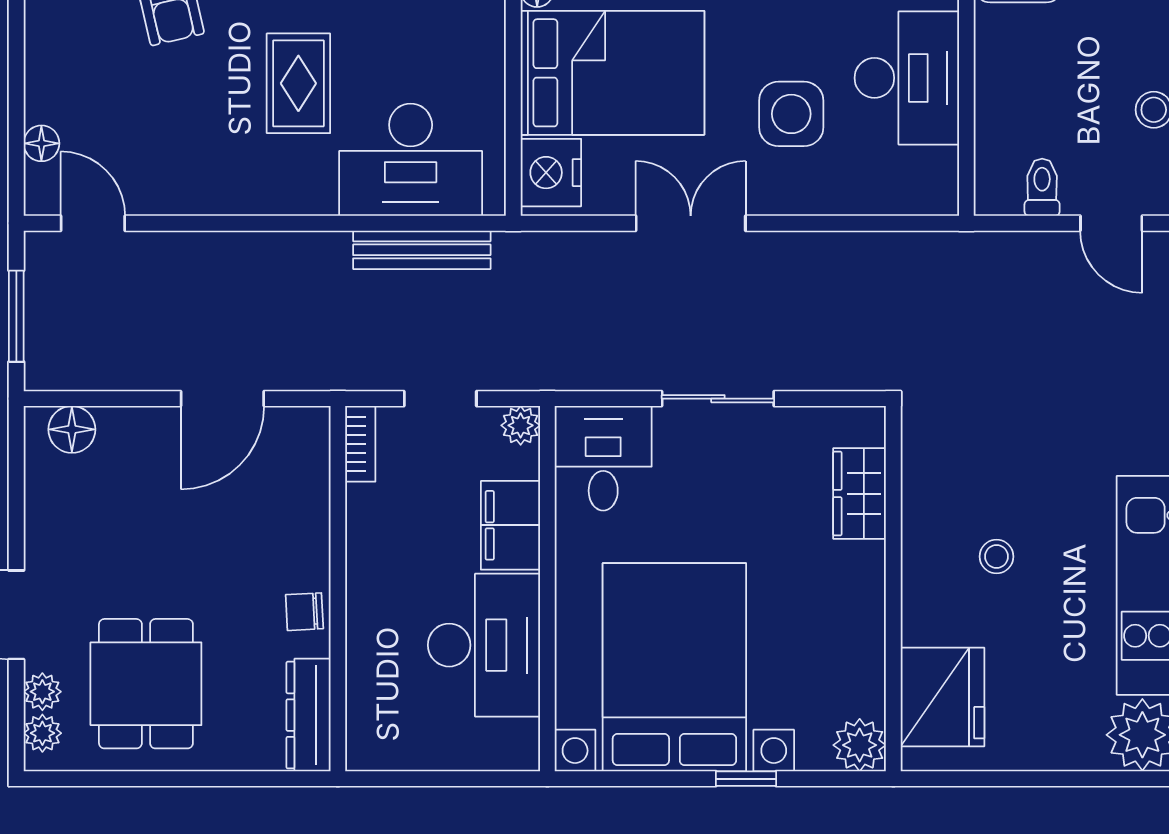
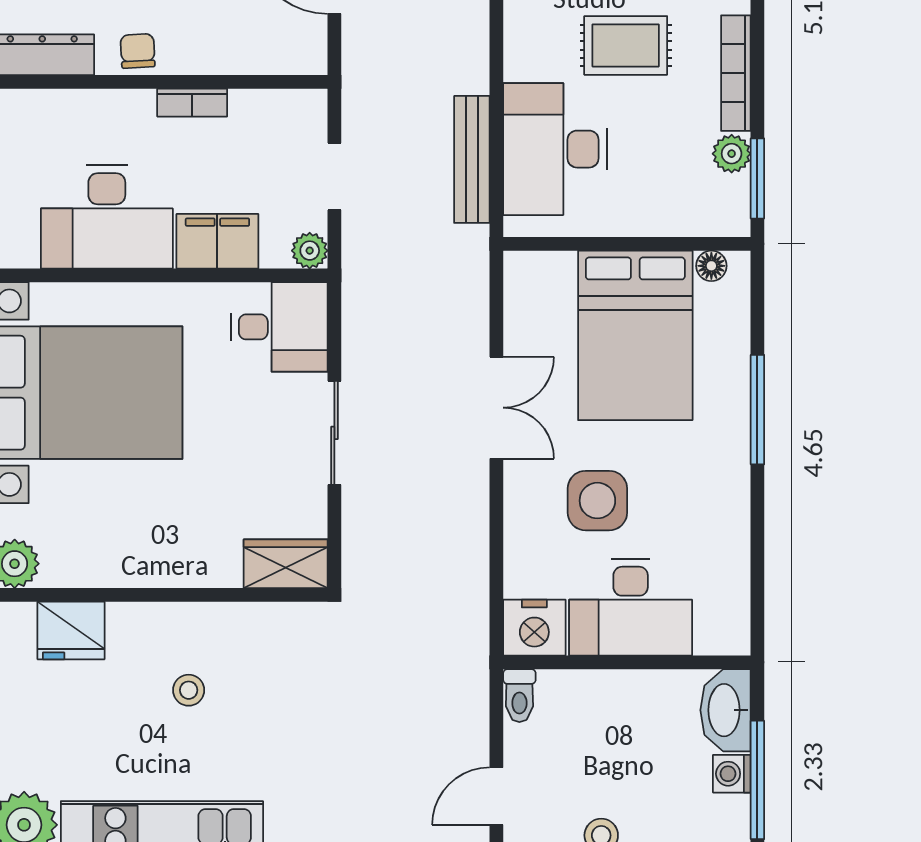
nightstand: (551, 173) -> (534, 628), moved, turned 180
toilet: (1042, 187) -> (519, 696), moved, turned 90
bookcase: (360, 444) -> (192, 103), moved
wardrobe: (860, 494) -> (286, 564), moved
fridge: (942, 697) -> (71, 630), width x0.73, depth x0.75

